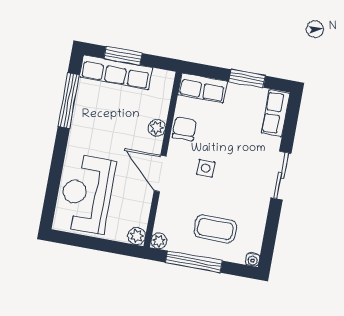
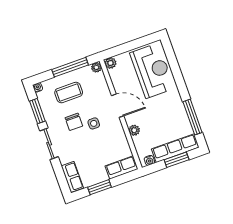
water cooler: (160, 76) -> (149, 160), added
chair: (184, 129) -> (74, 122), moved
window: (271, 228) -> (37, 111), added

